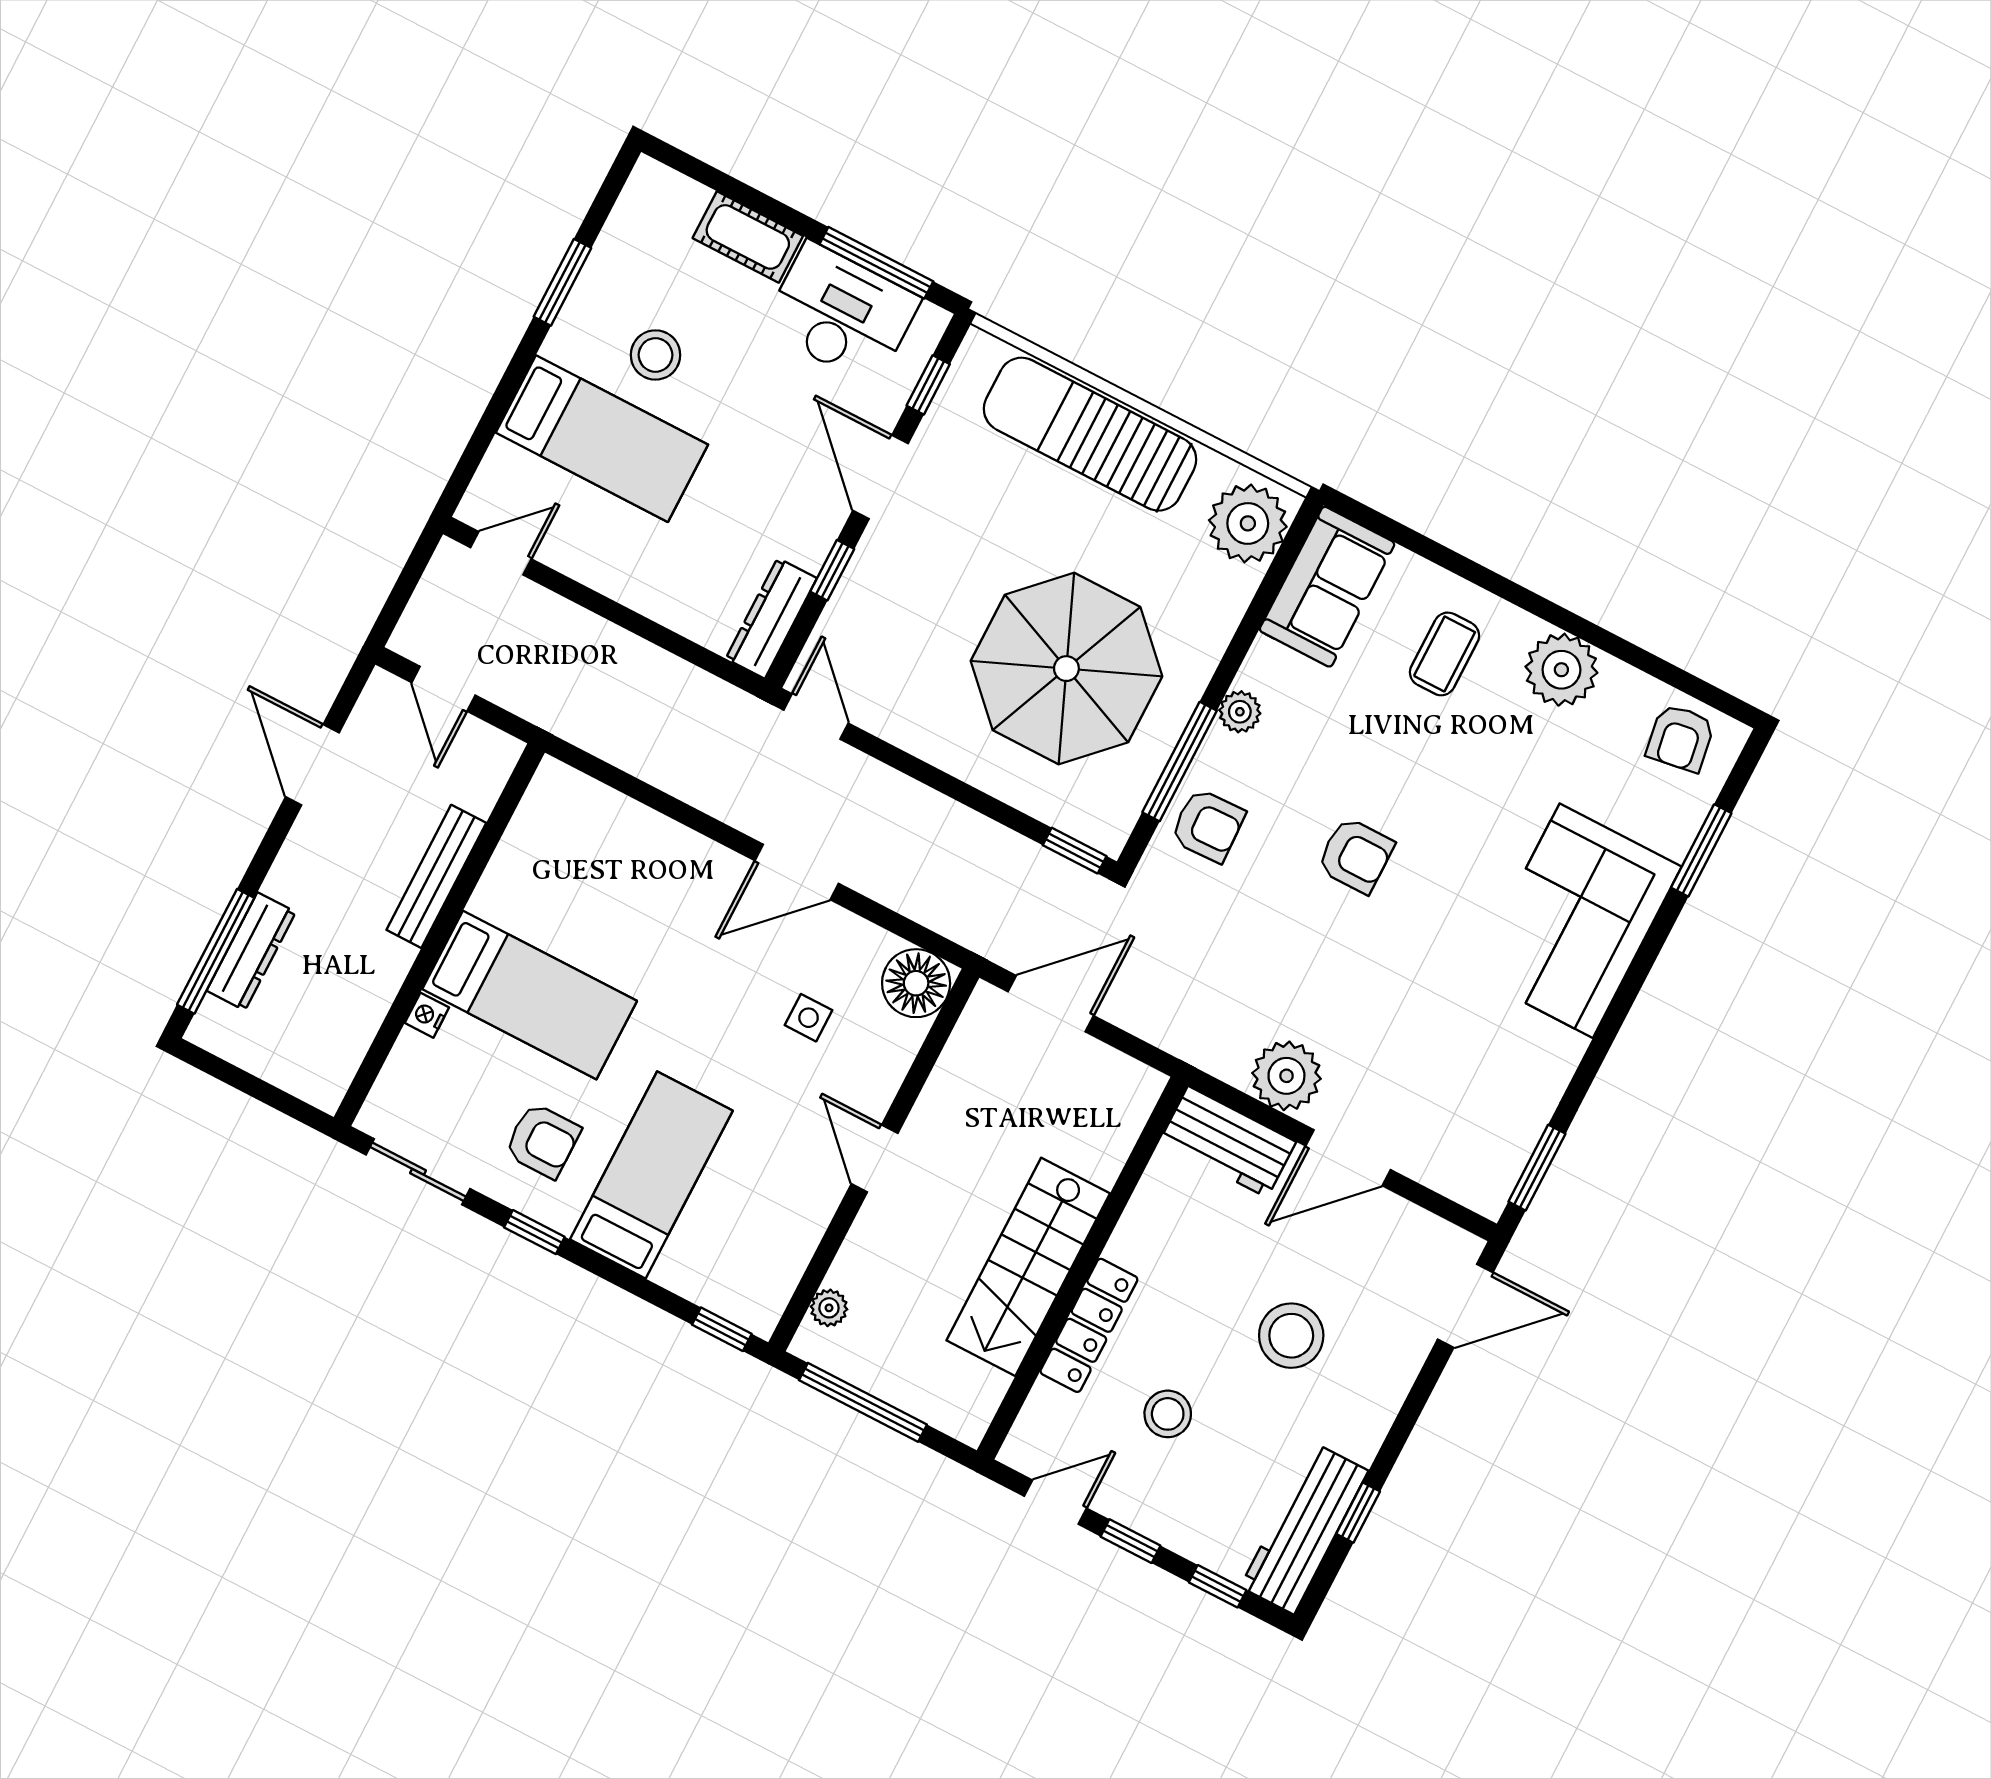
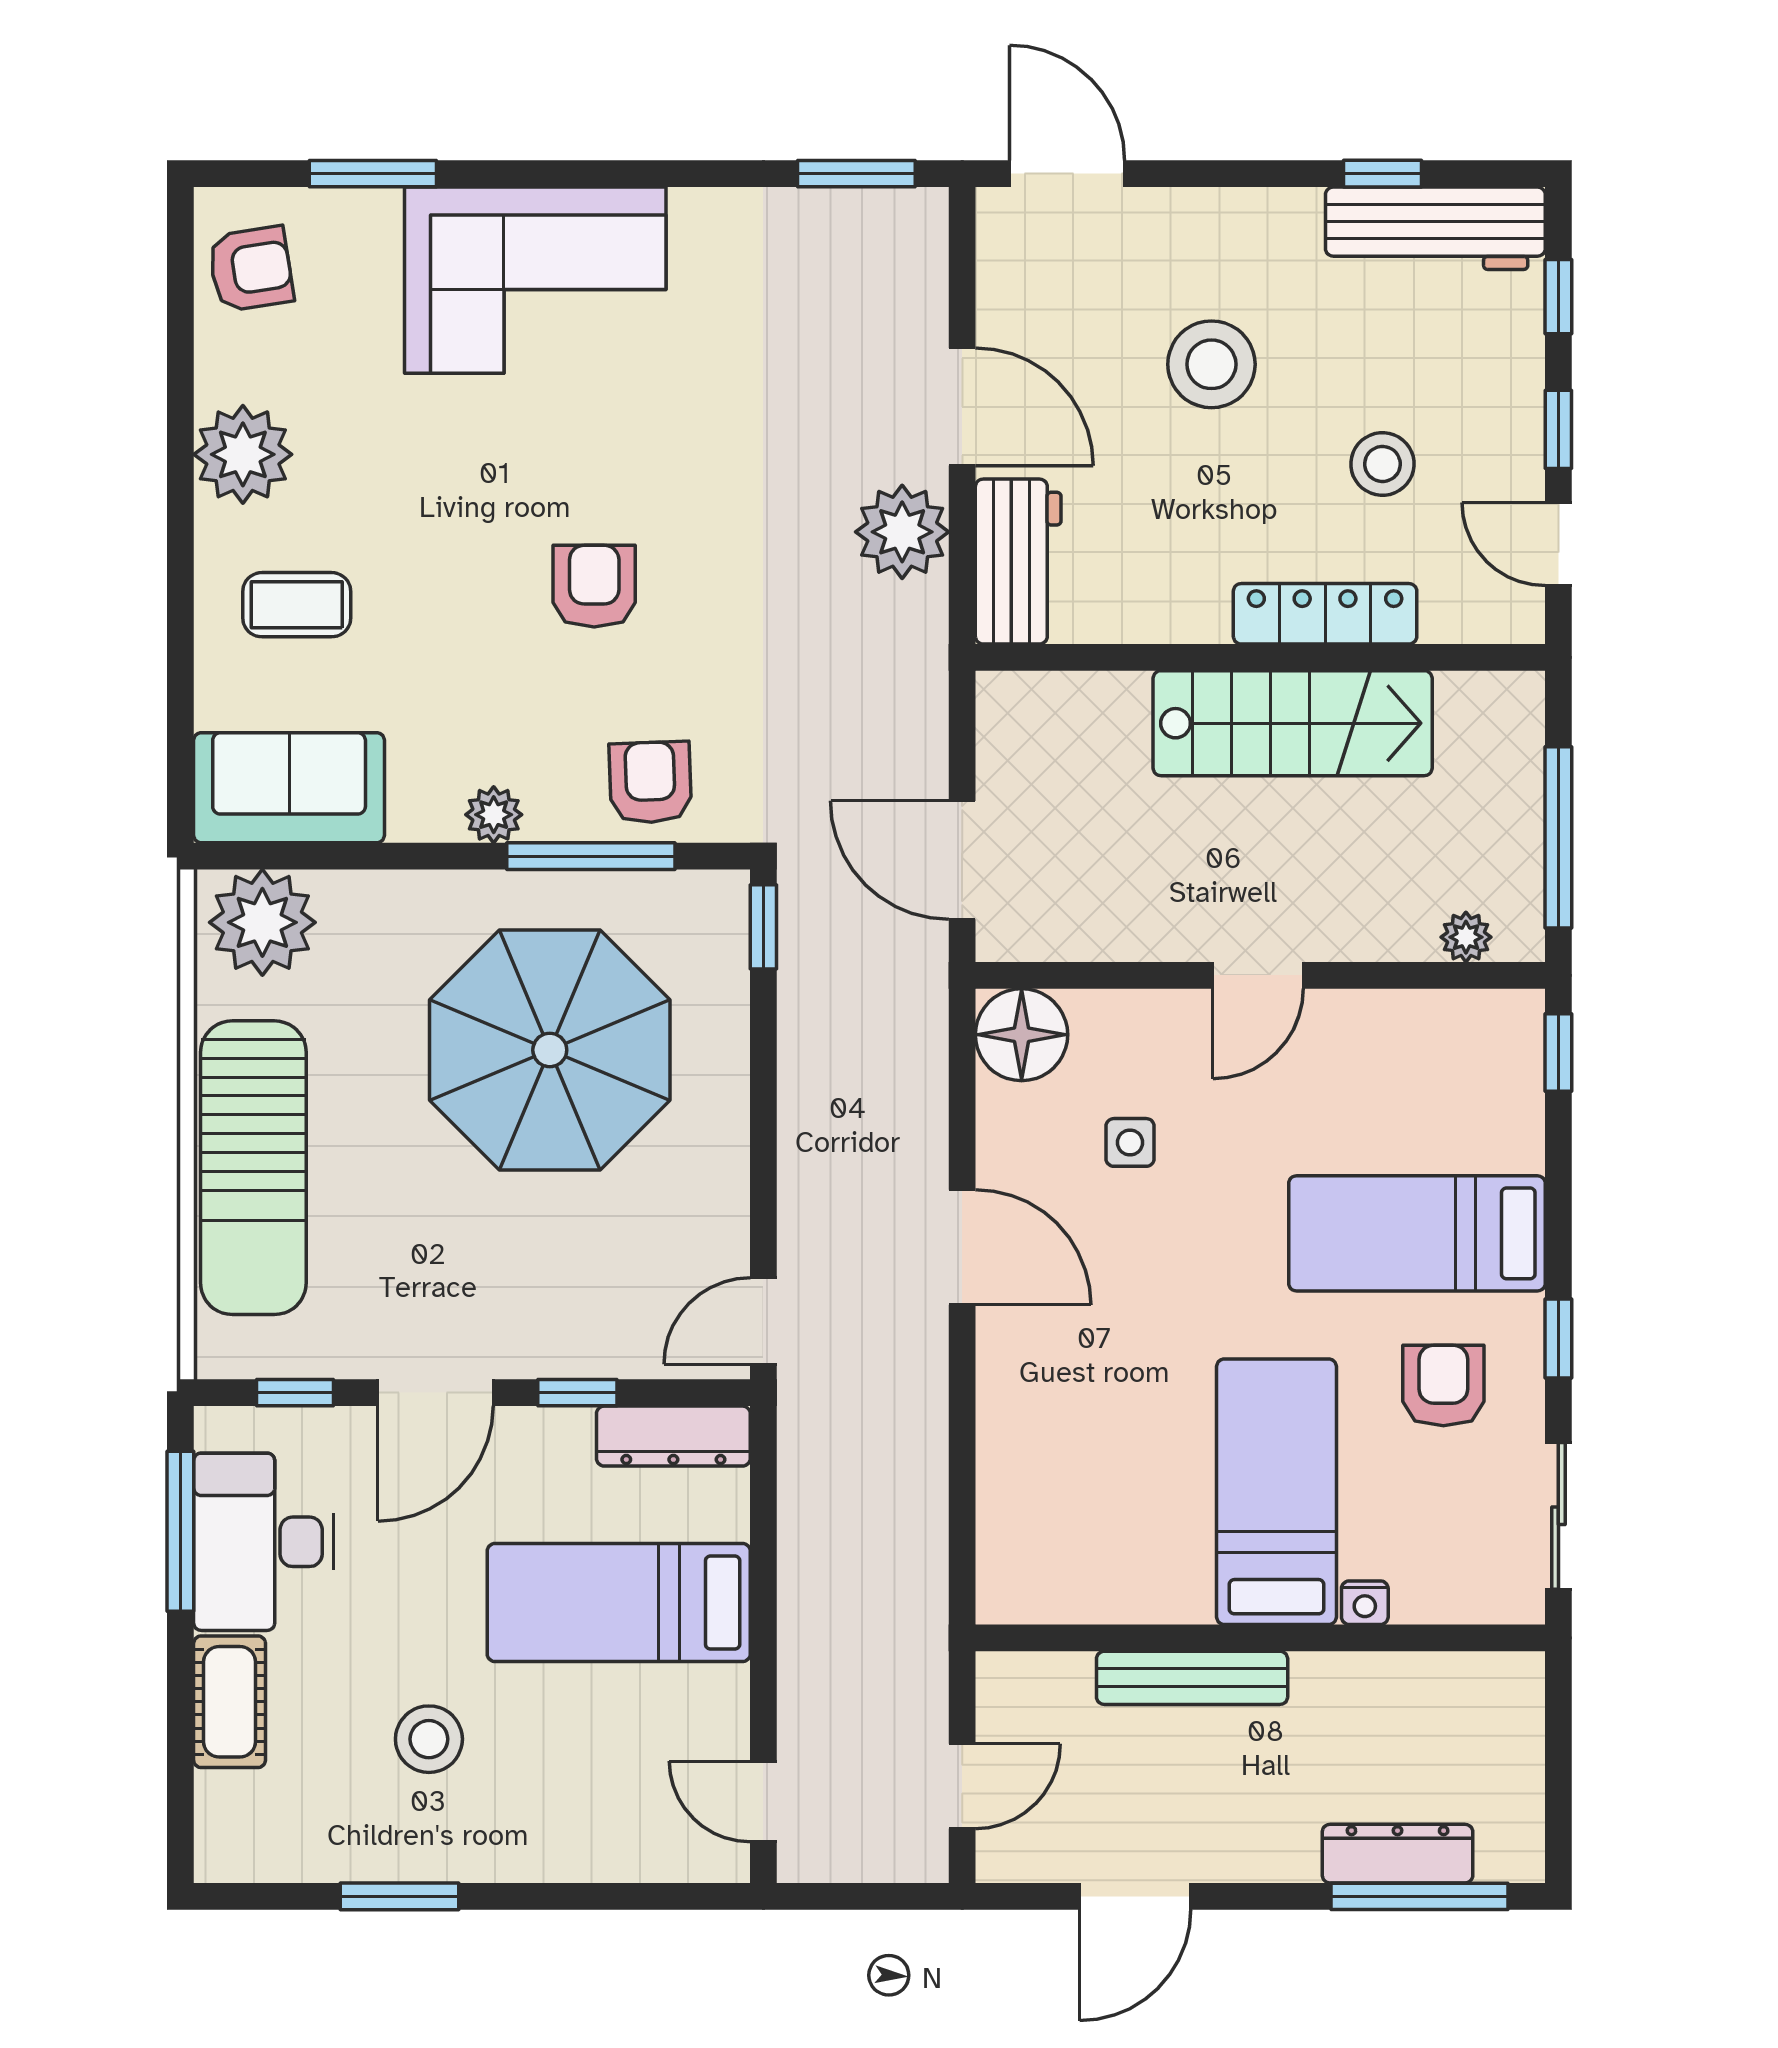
bed: (602, 439) -> (619, 1603), moved, turned -90

